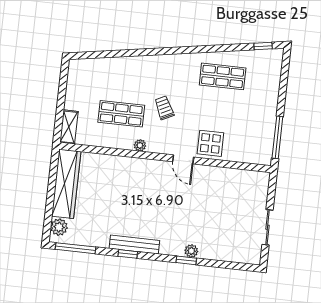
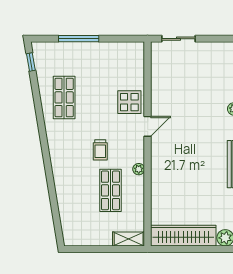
trolley: (164, 108) -> (100, 150), turned -64
window: (277, 137) -> (79, 39), moved
sliding door: (268, 227) -> (178, 39), moved

